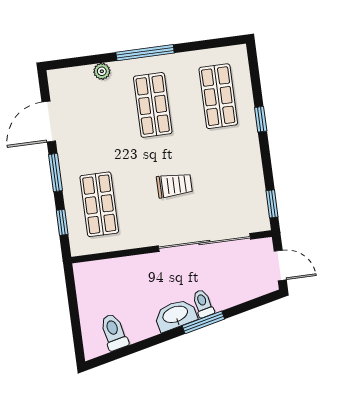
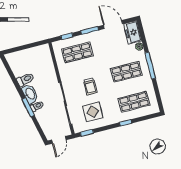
freezer: (70, 82) -> (133, 32), added
display table: (229, 186) -> (93, 112), added
toilet: (114, 332) -> (25, 79), moved

